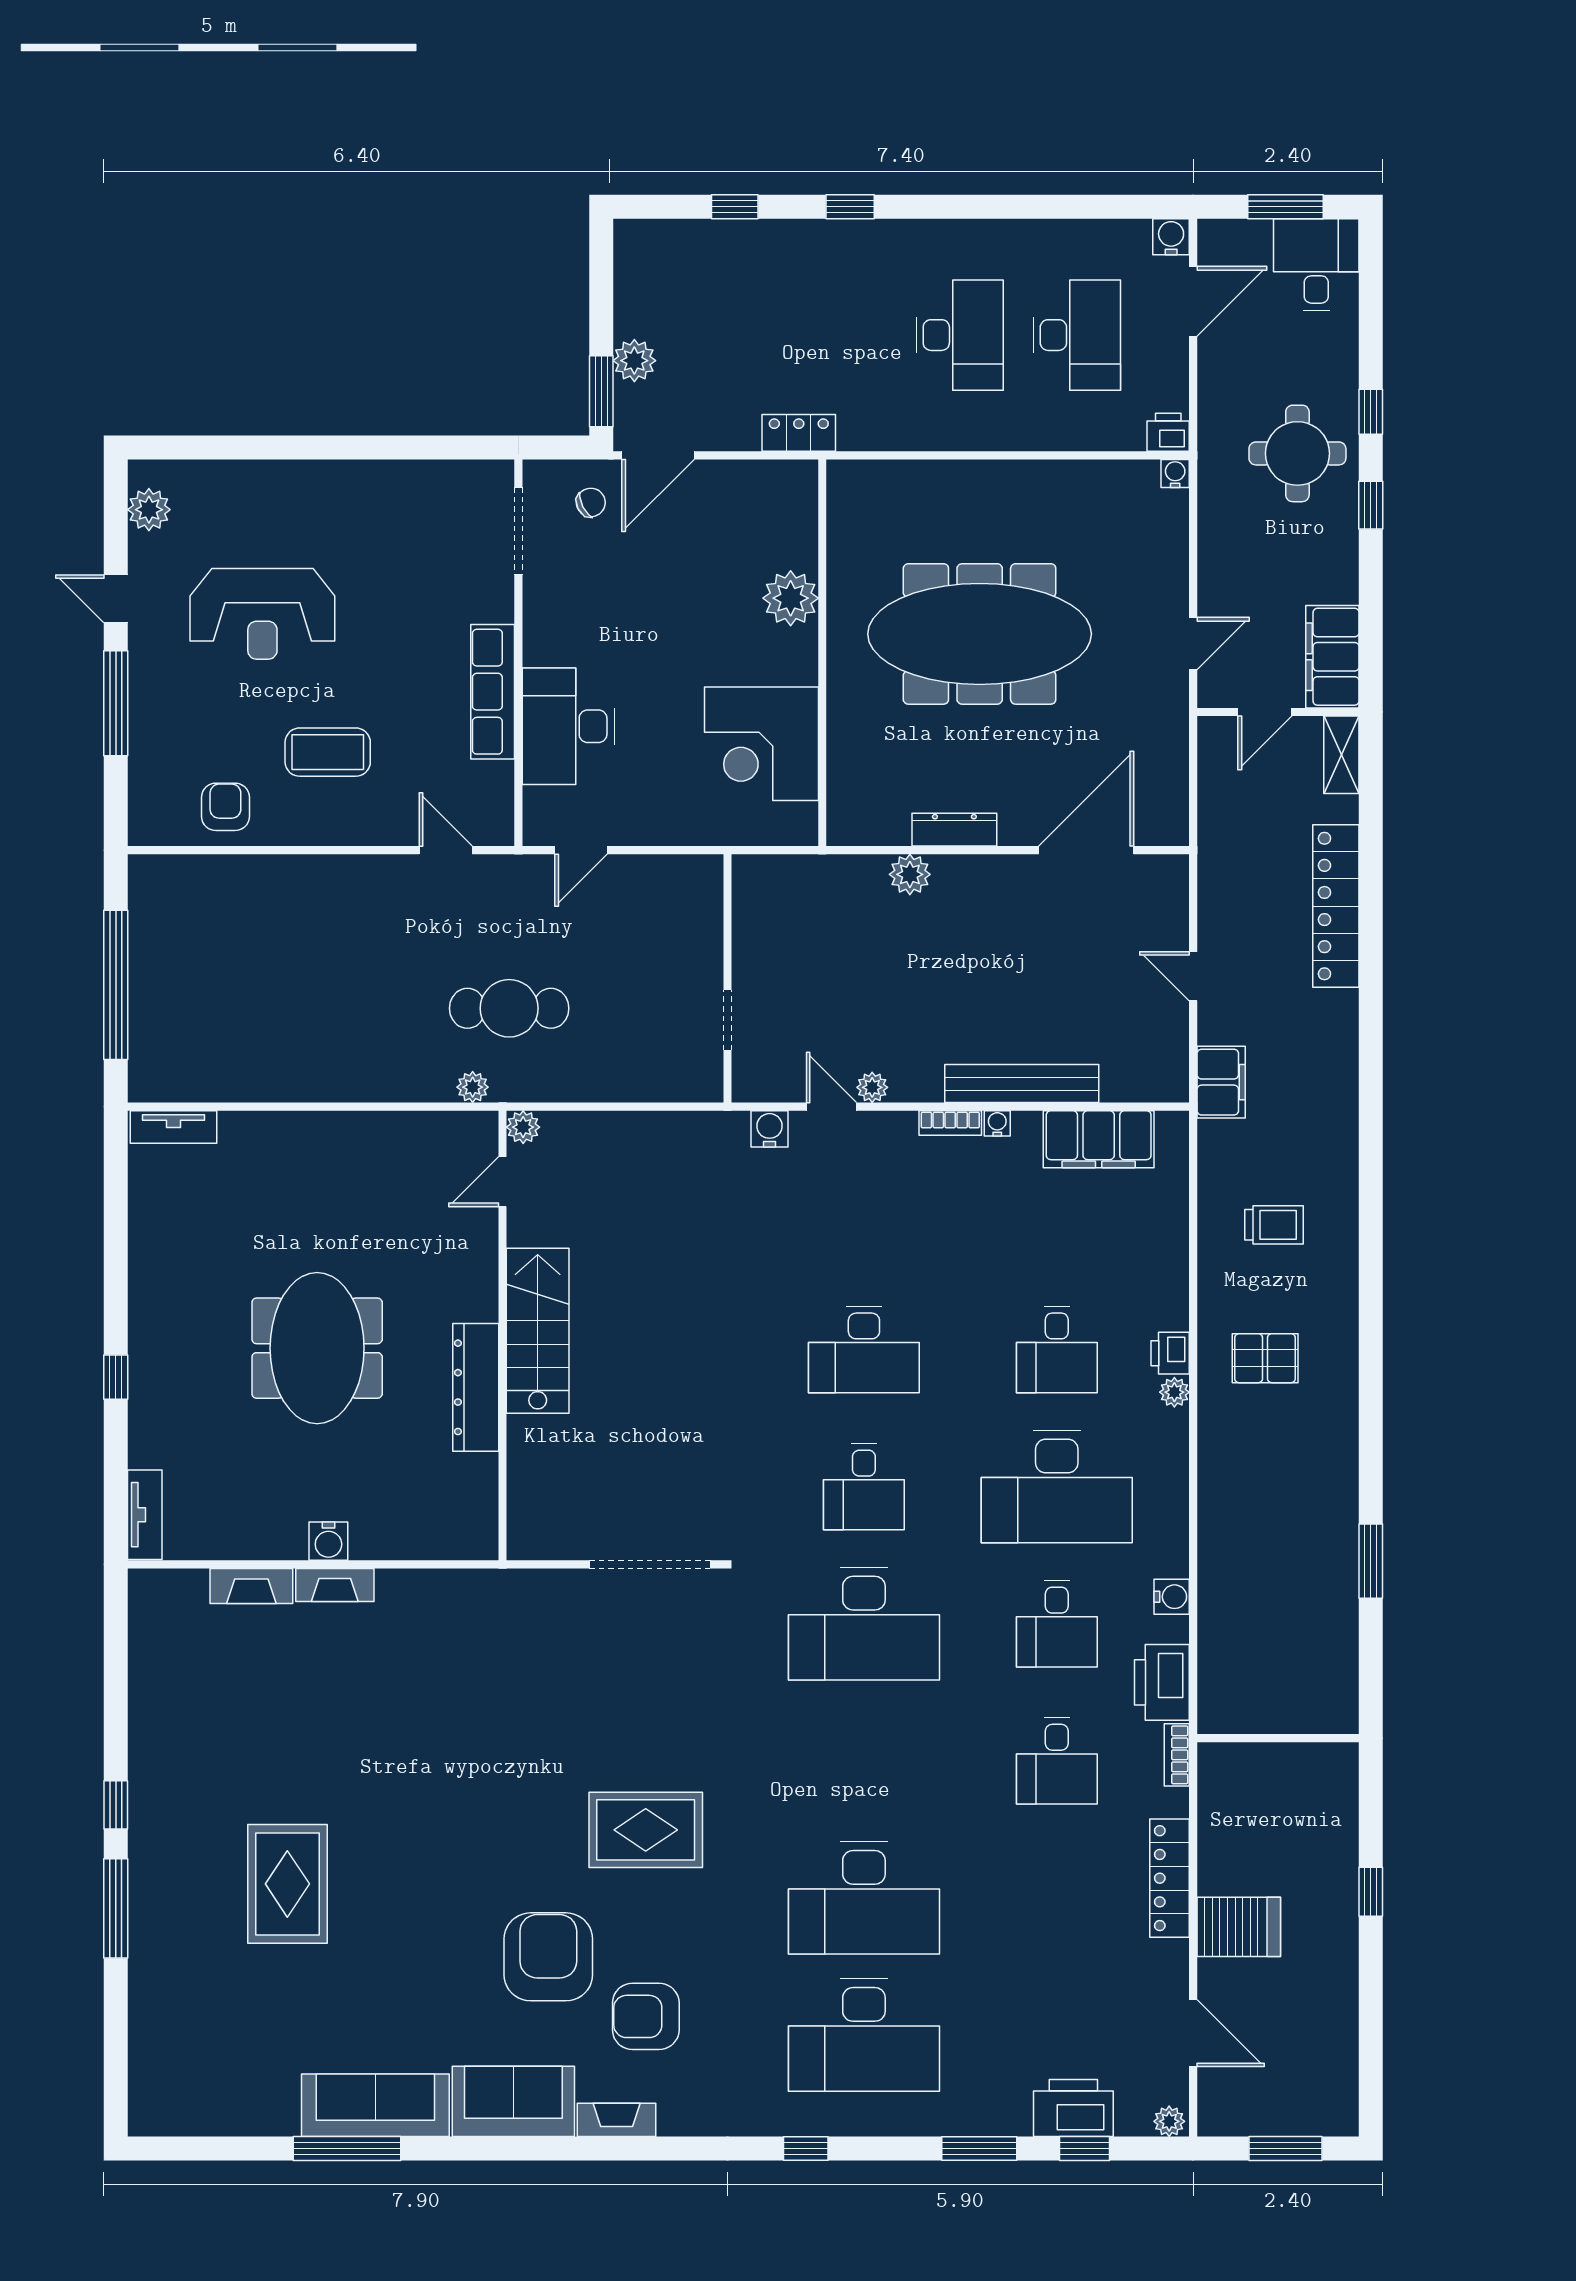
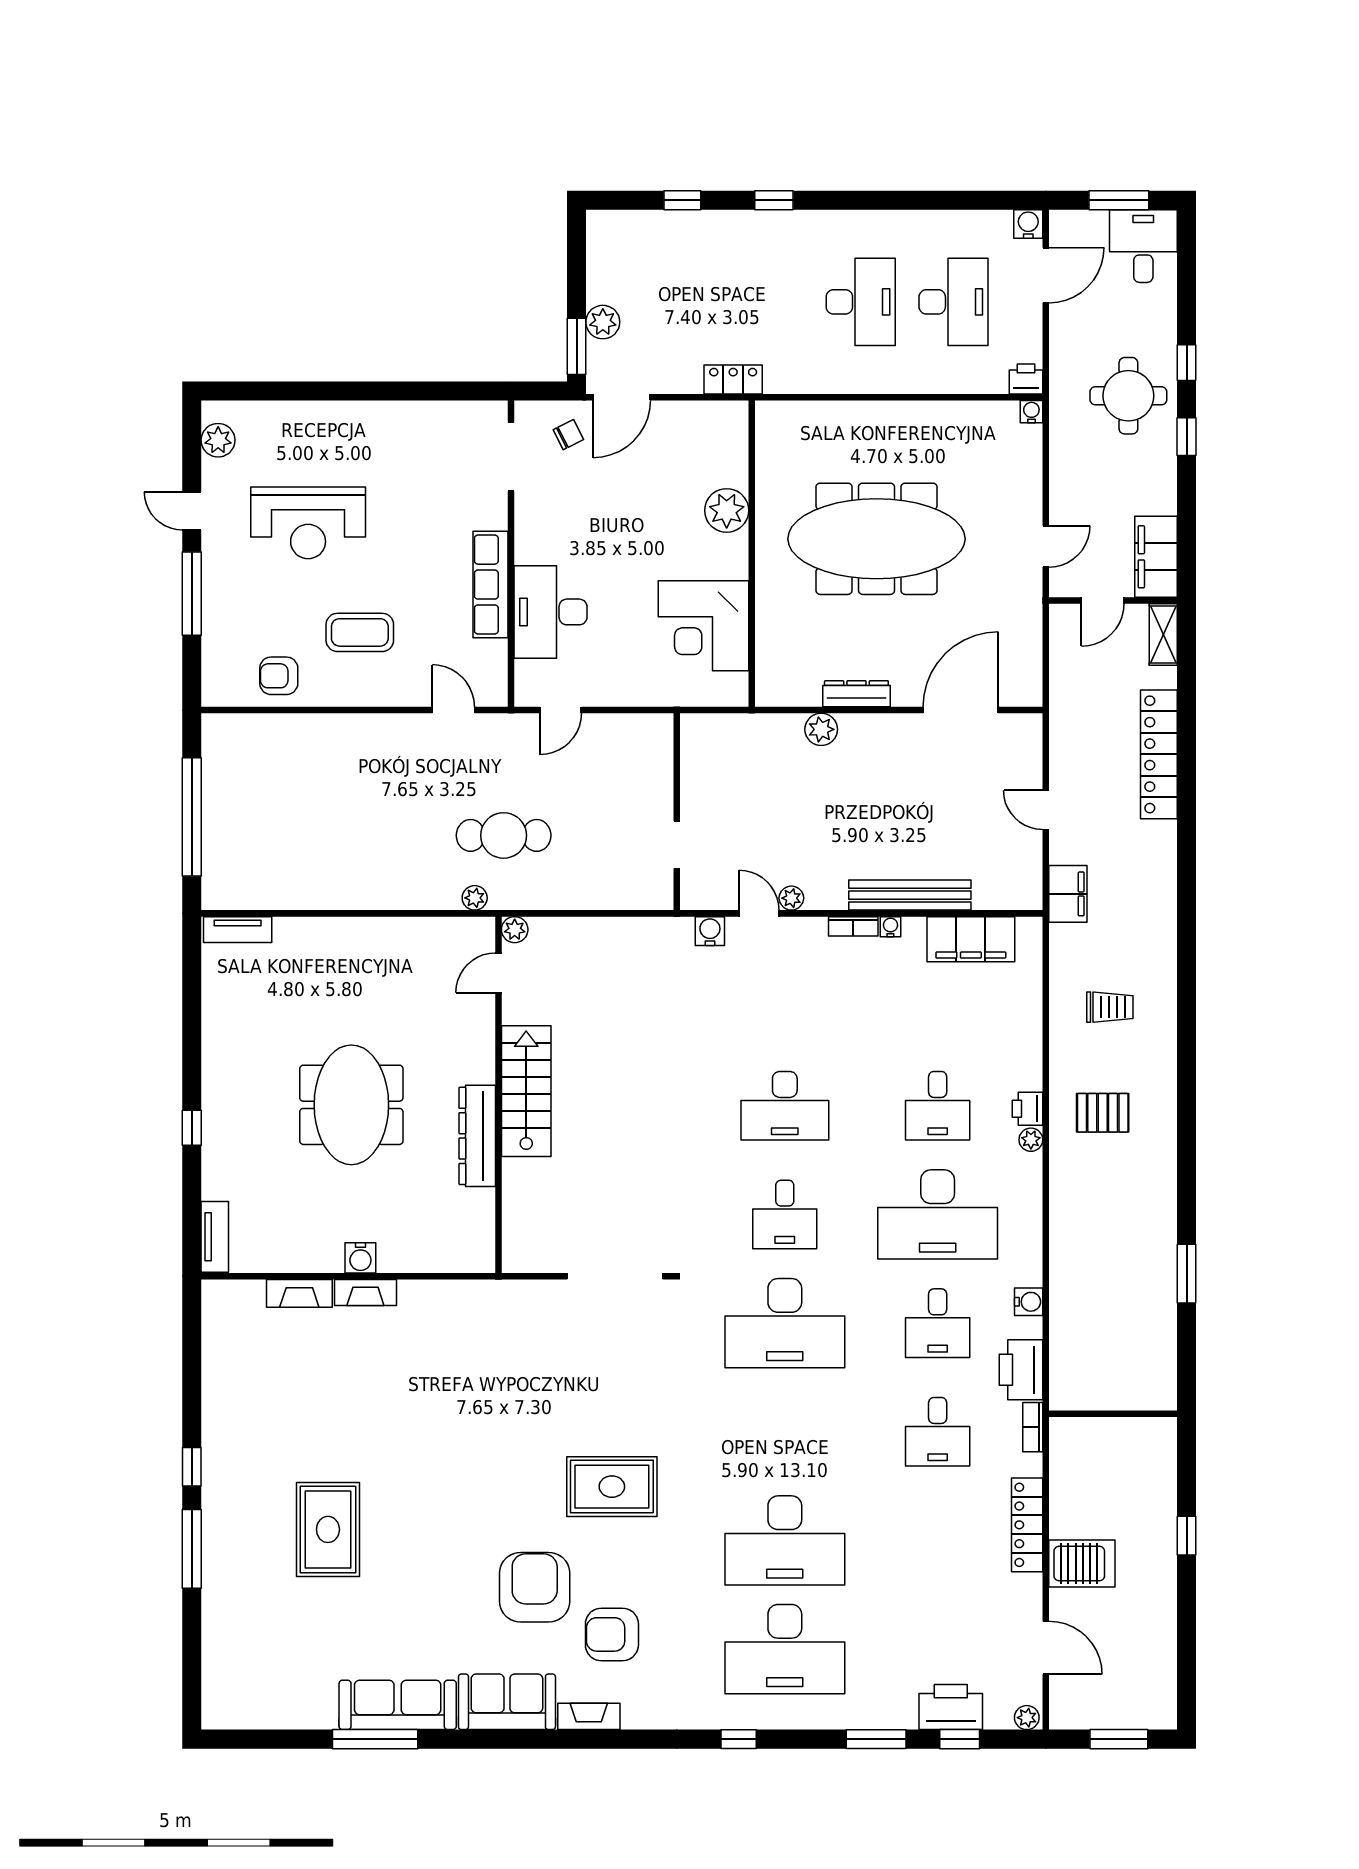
armchair: (225, 807) -> (279, 676), turned -90

